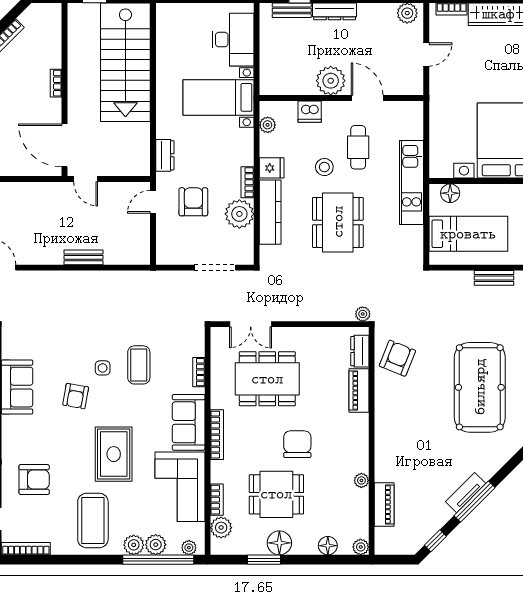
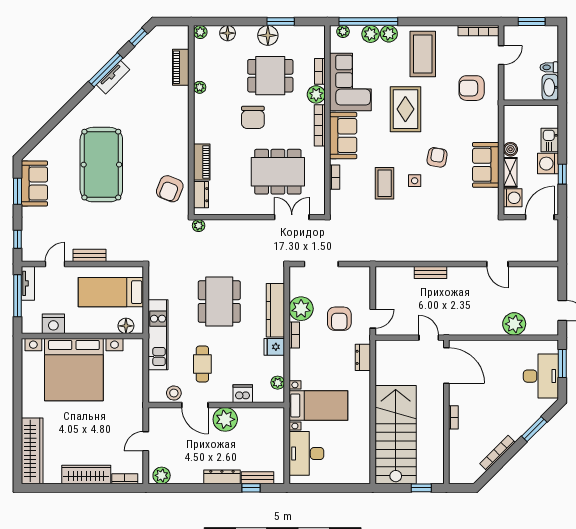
stool: (324, 167) -> (174, 393), moved
plant: (221, 528) -> (316, 94), moved

